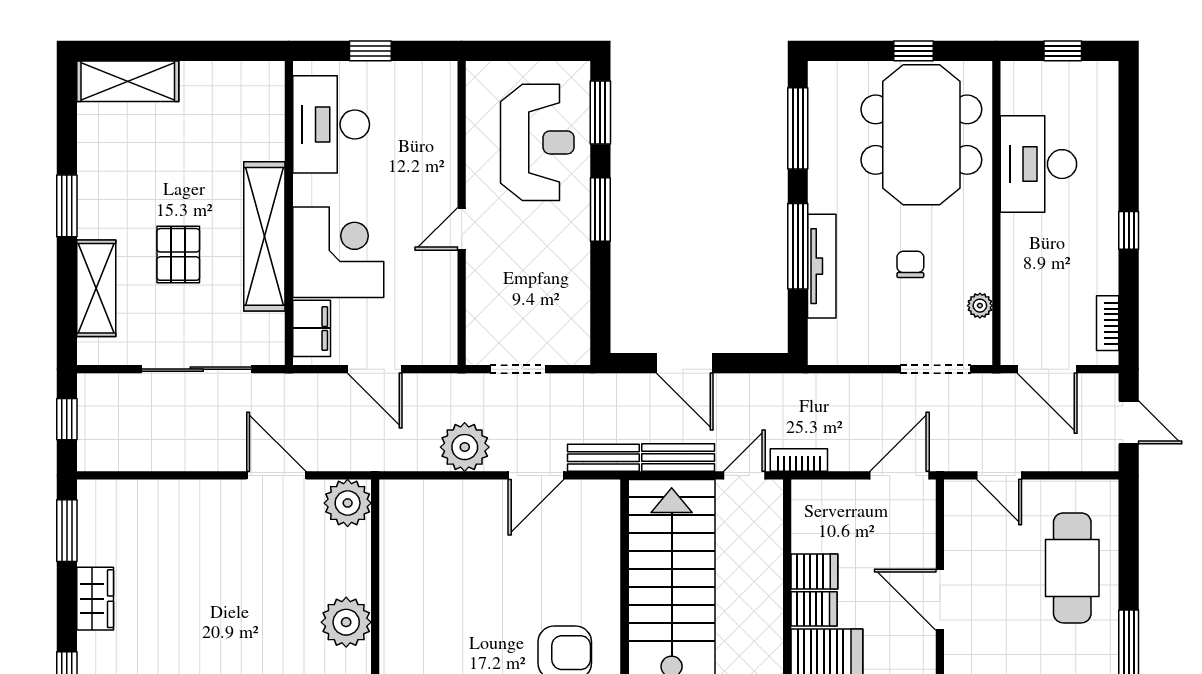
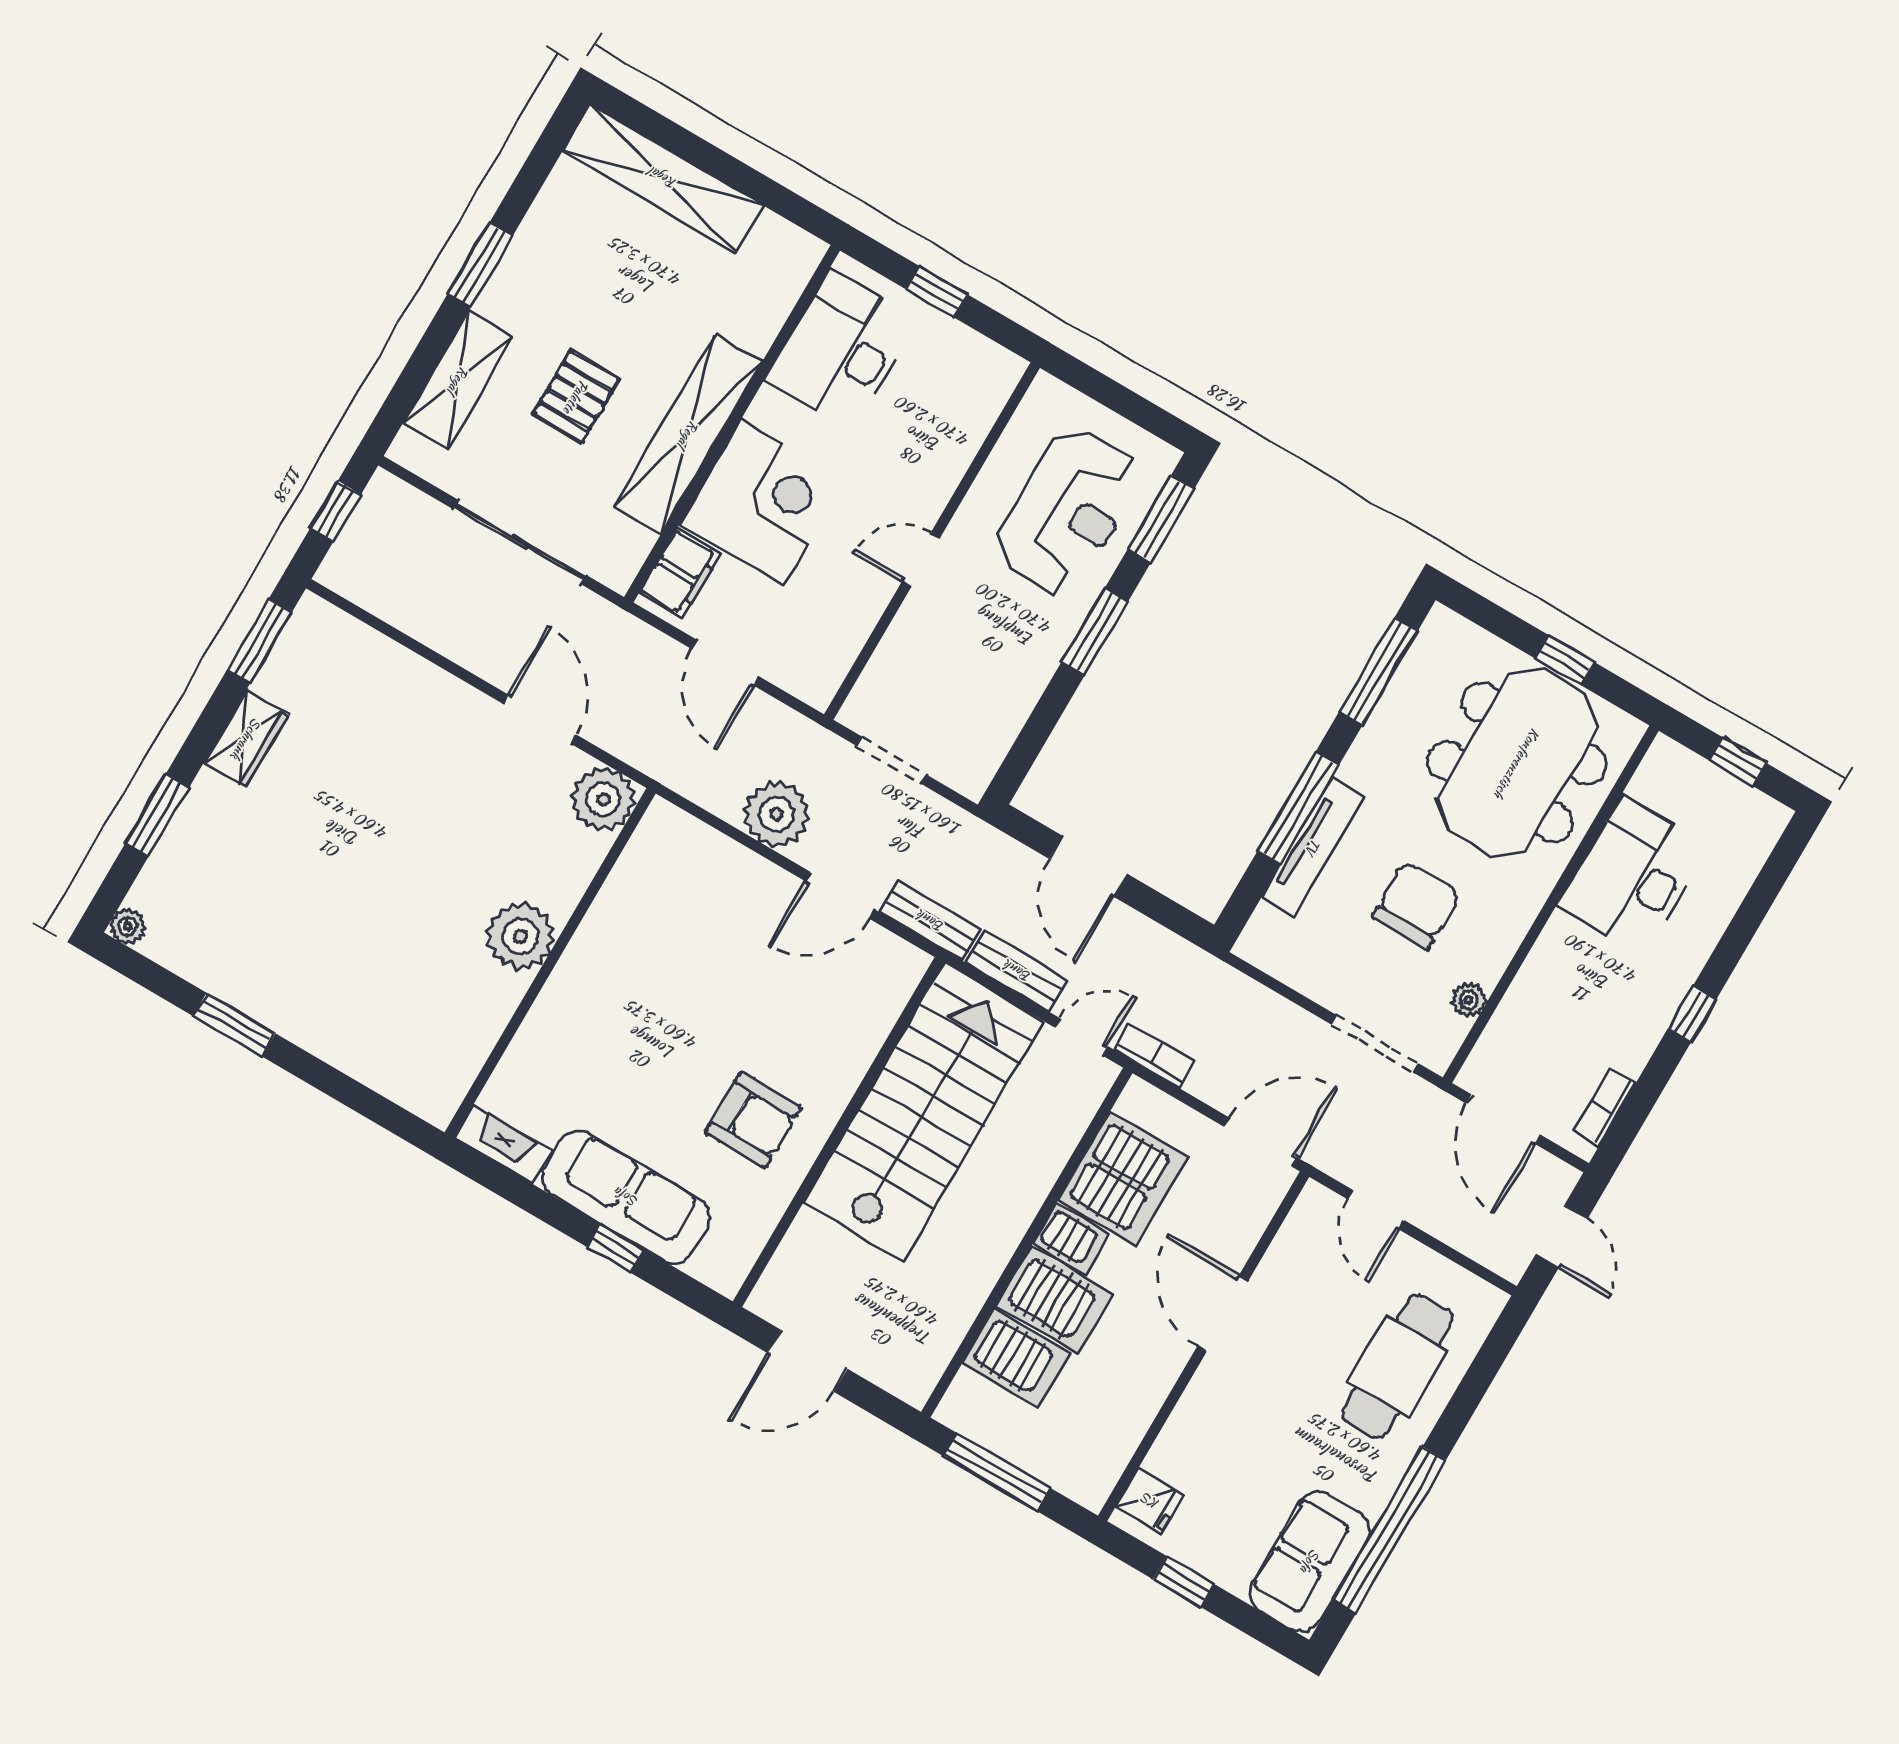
shelving: (128, 81) -> (663, 178), width x1.47
chair: (910, 264) -> (1416, 905), width x1.87, depth x1.87
server rack: (814, 571) -> (1123, 1178), width x2.18, depth x1.44

